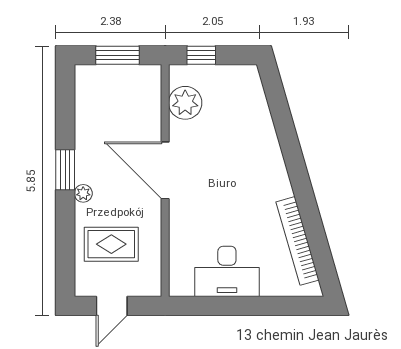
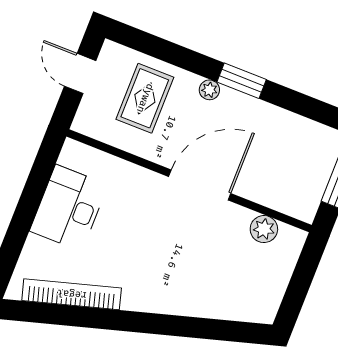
window: (201, 55) -> (305, 270), removed
plant: (185, 103) -> (264, 229), width x0.73, depth x0.73

